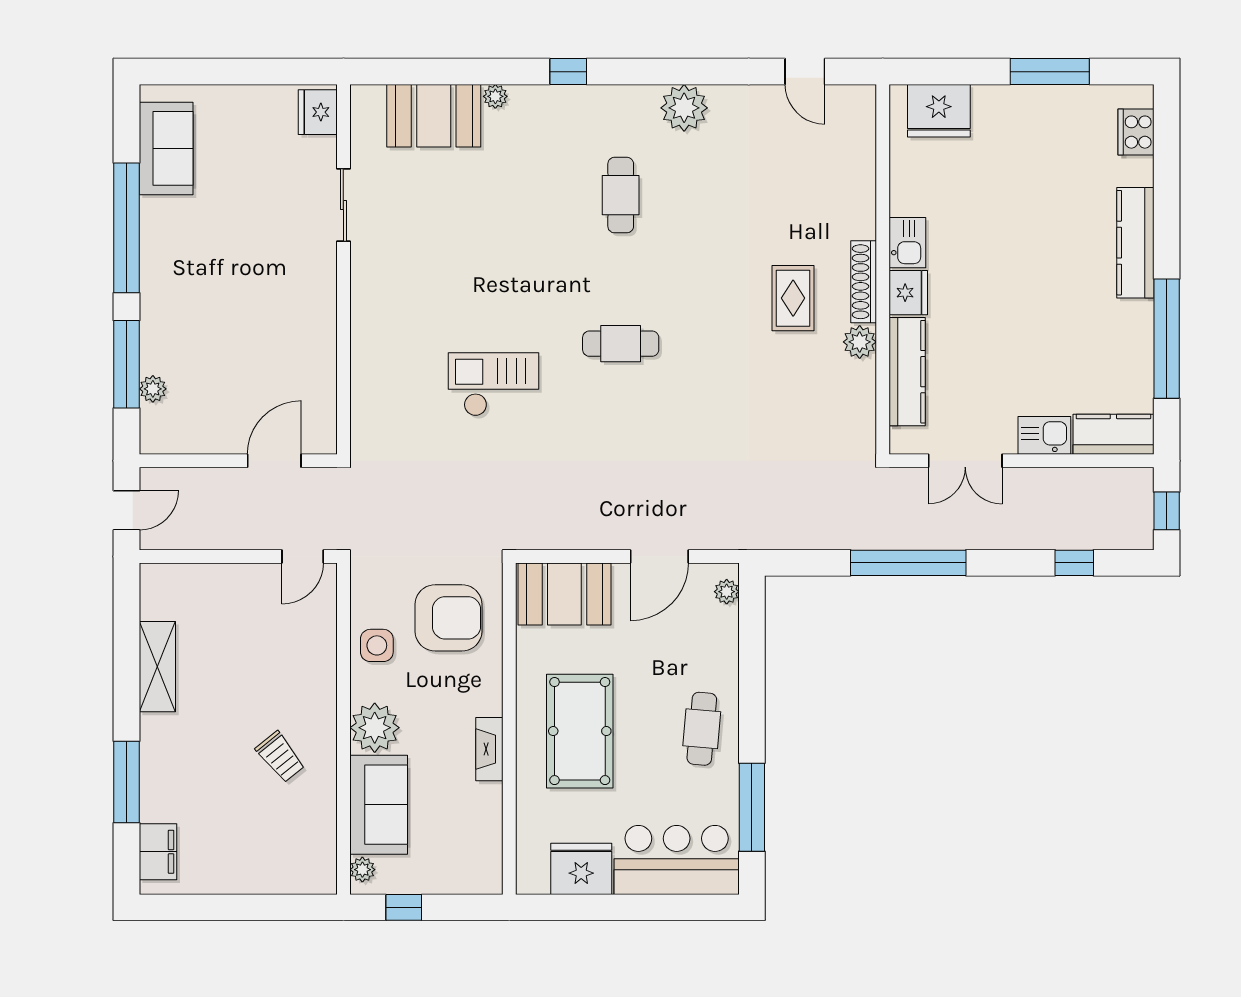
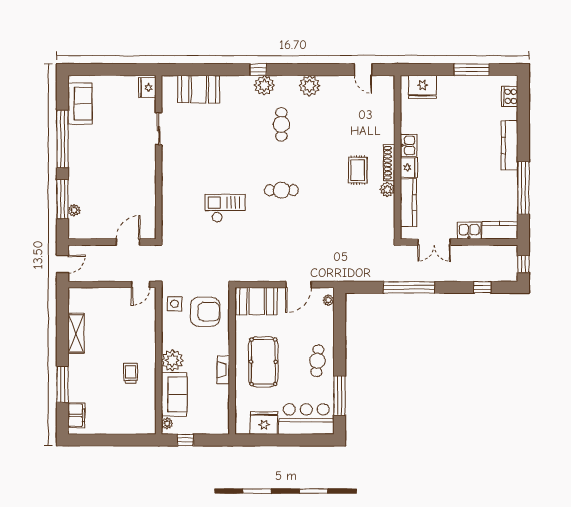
plant: (495, 96) -> (264, 85), moved, width x1.88, depth x1.88
side table: (377, 645) -> (175, 304), moved
trolley: (280, 757) -> (131, 373), turned -141

